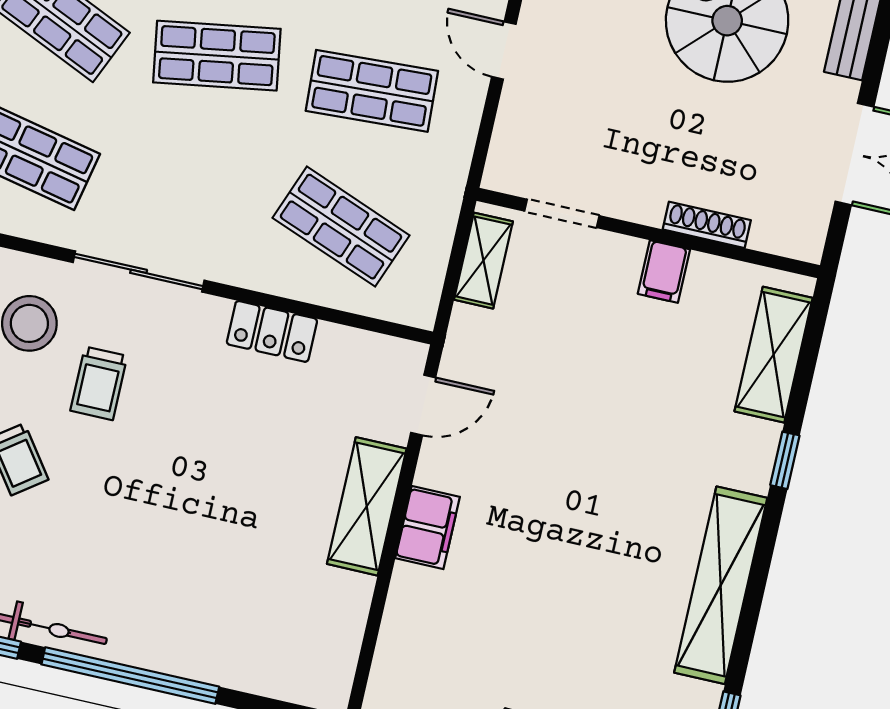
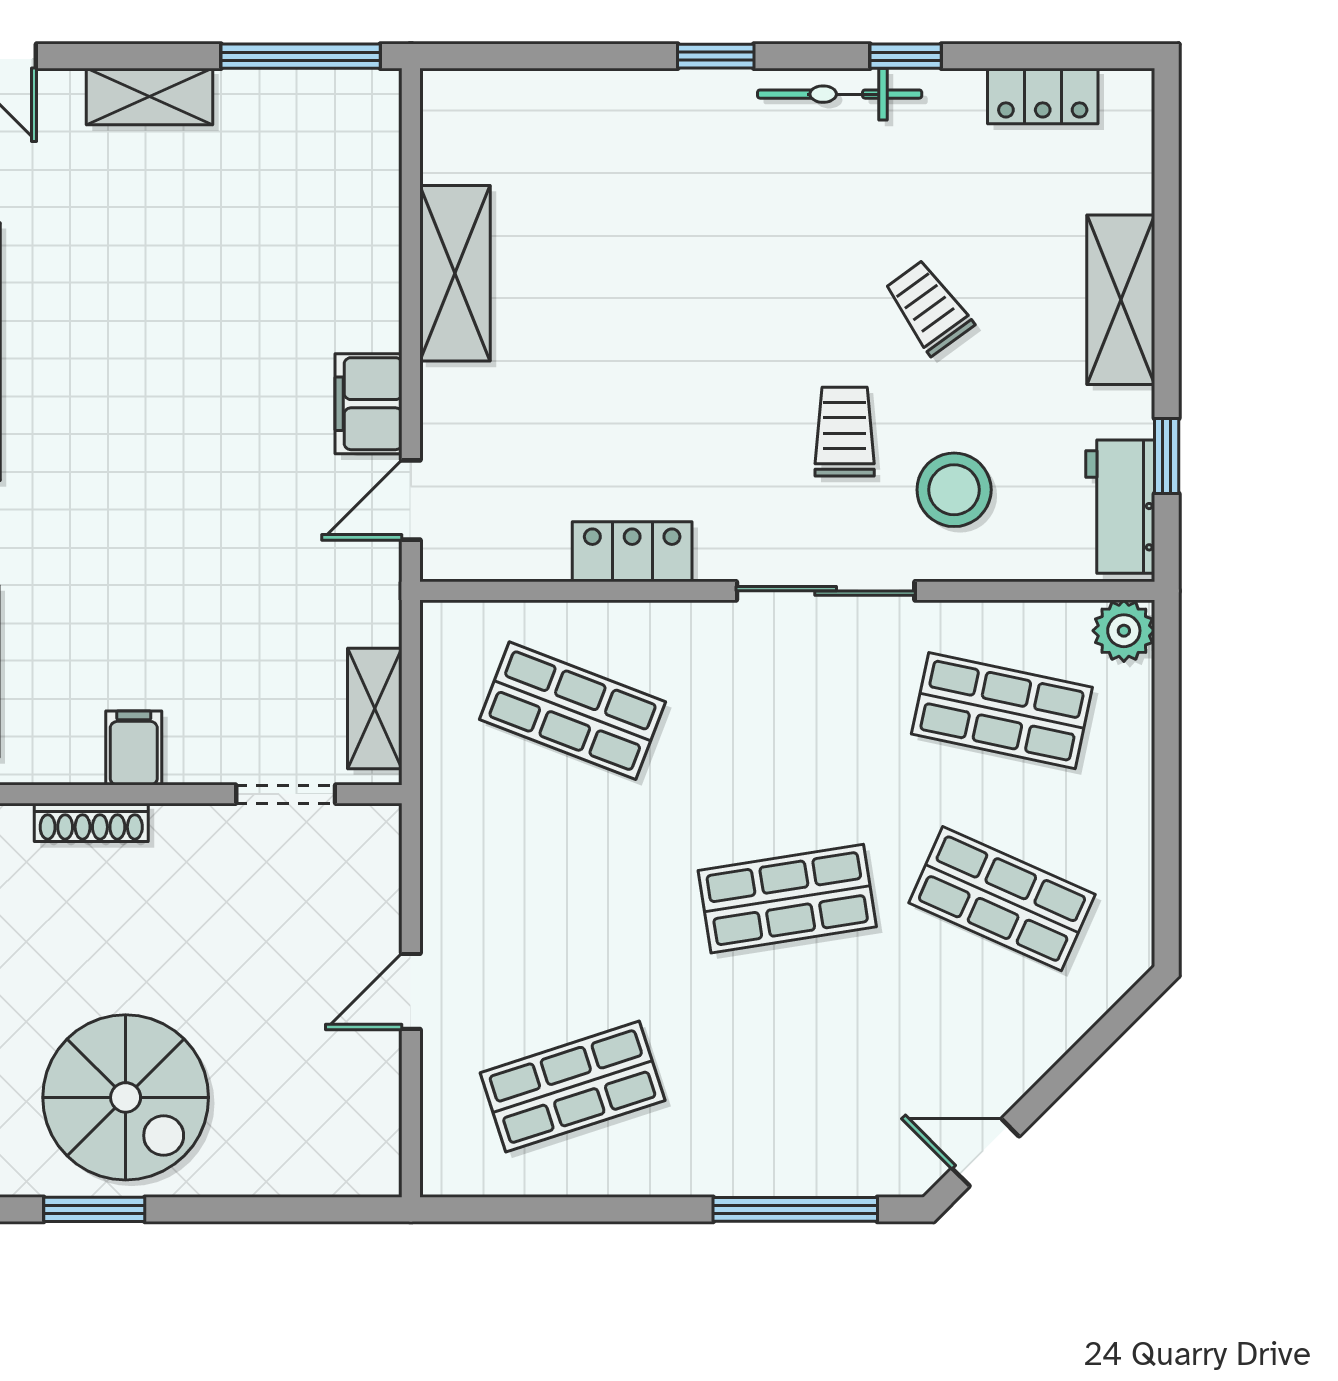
door: (504, 50) -> (411, 991), swing flipped
shop shelf: (372, 91) -> (573, 899), removed
shelving: (367, 506) -> (455, 273), moved
filing cabinet: (428, 527) -> (368, 404), moved
window: (130, 676) -> (716, 56), width x0.32

